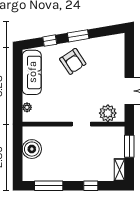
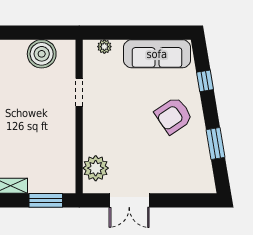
window: (78, 36) -> (215, 144), moved
doorway: (81, 124) -> (79, 92), moved

